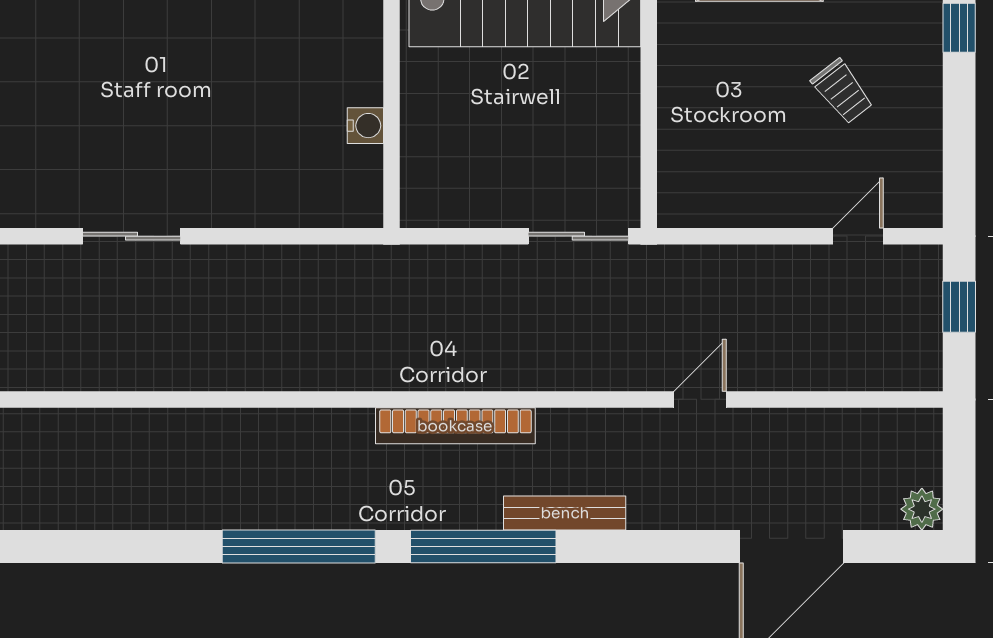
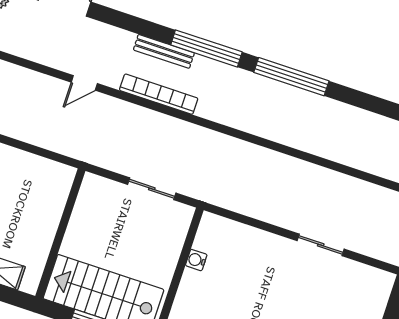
sliding door: (578, 236) -> (152, 189), moved
bookcase: (455, 426) -> (159, 94), moved

